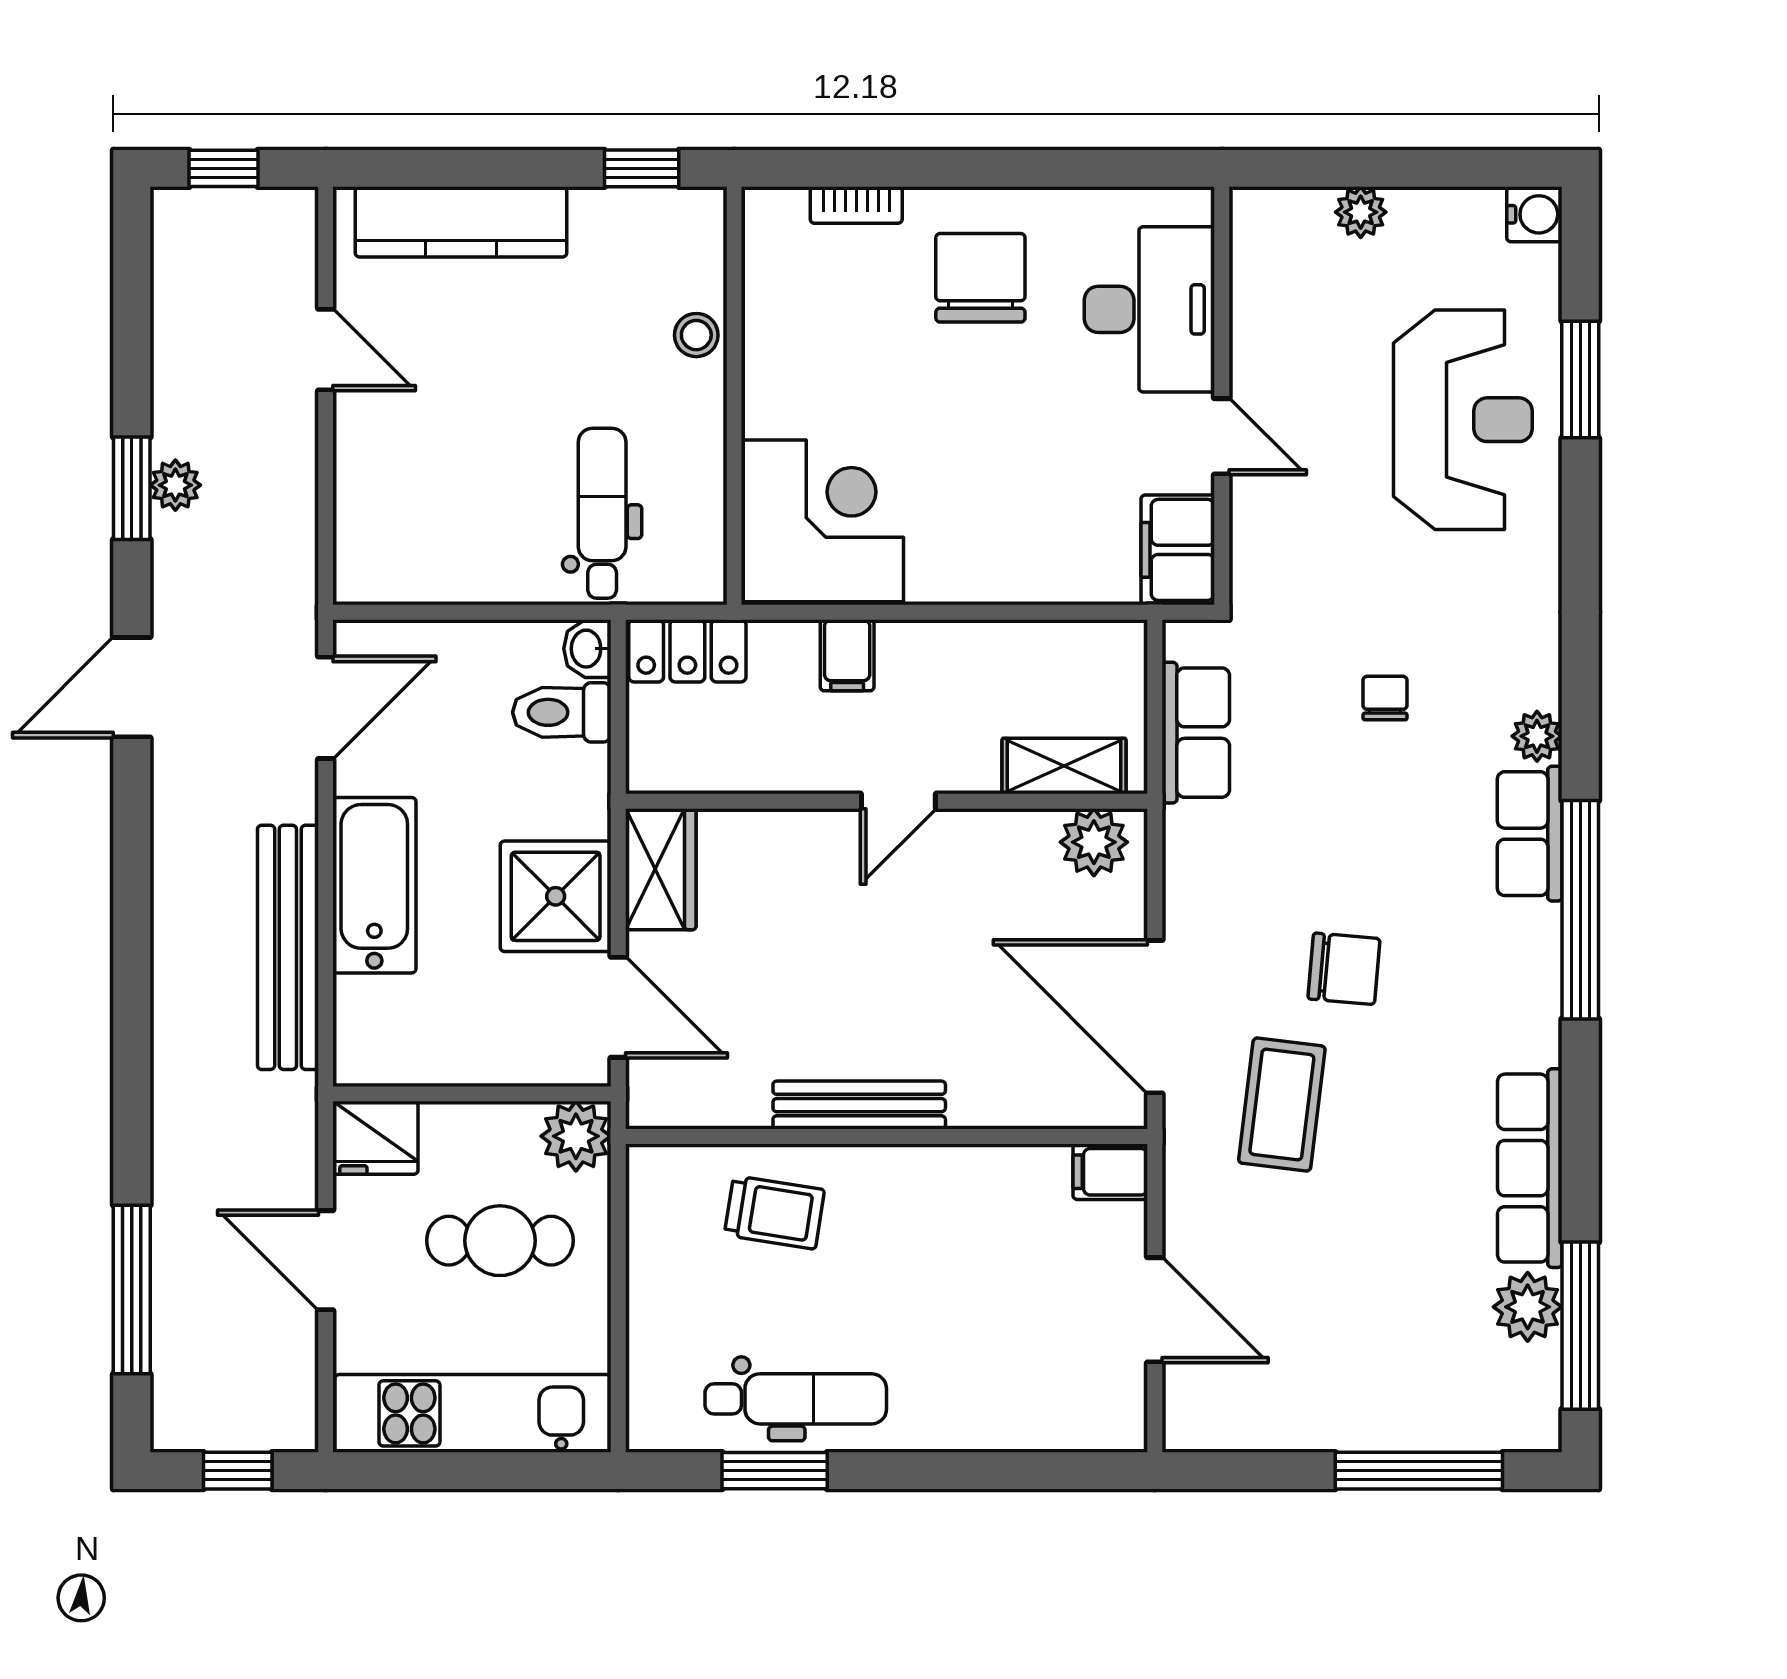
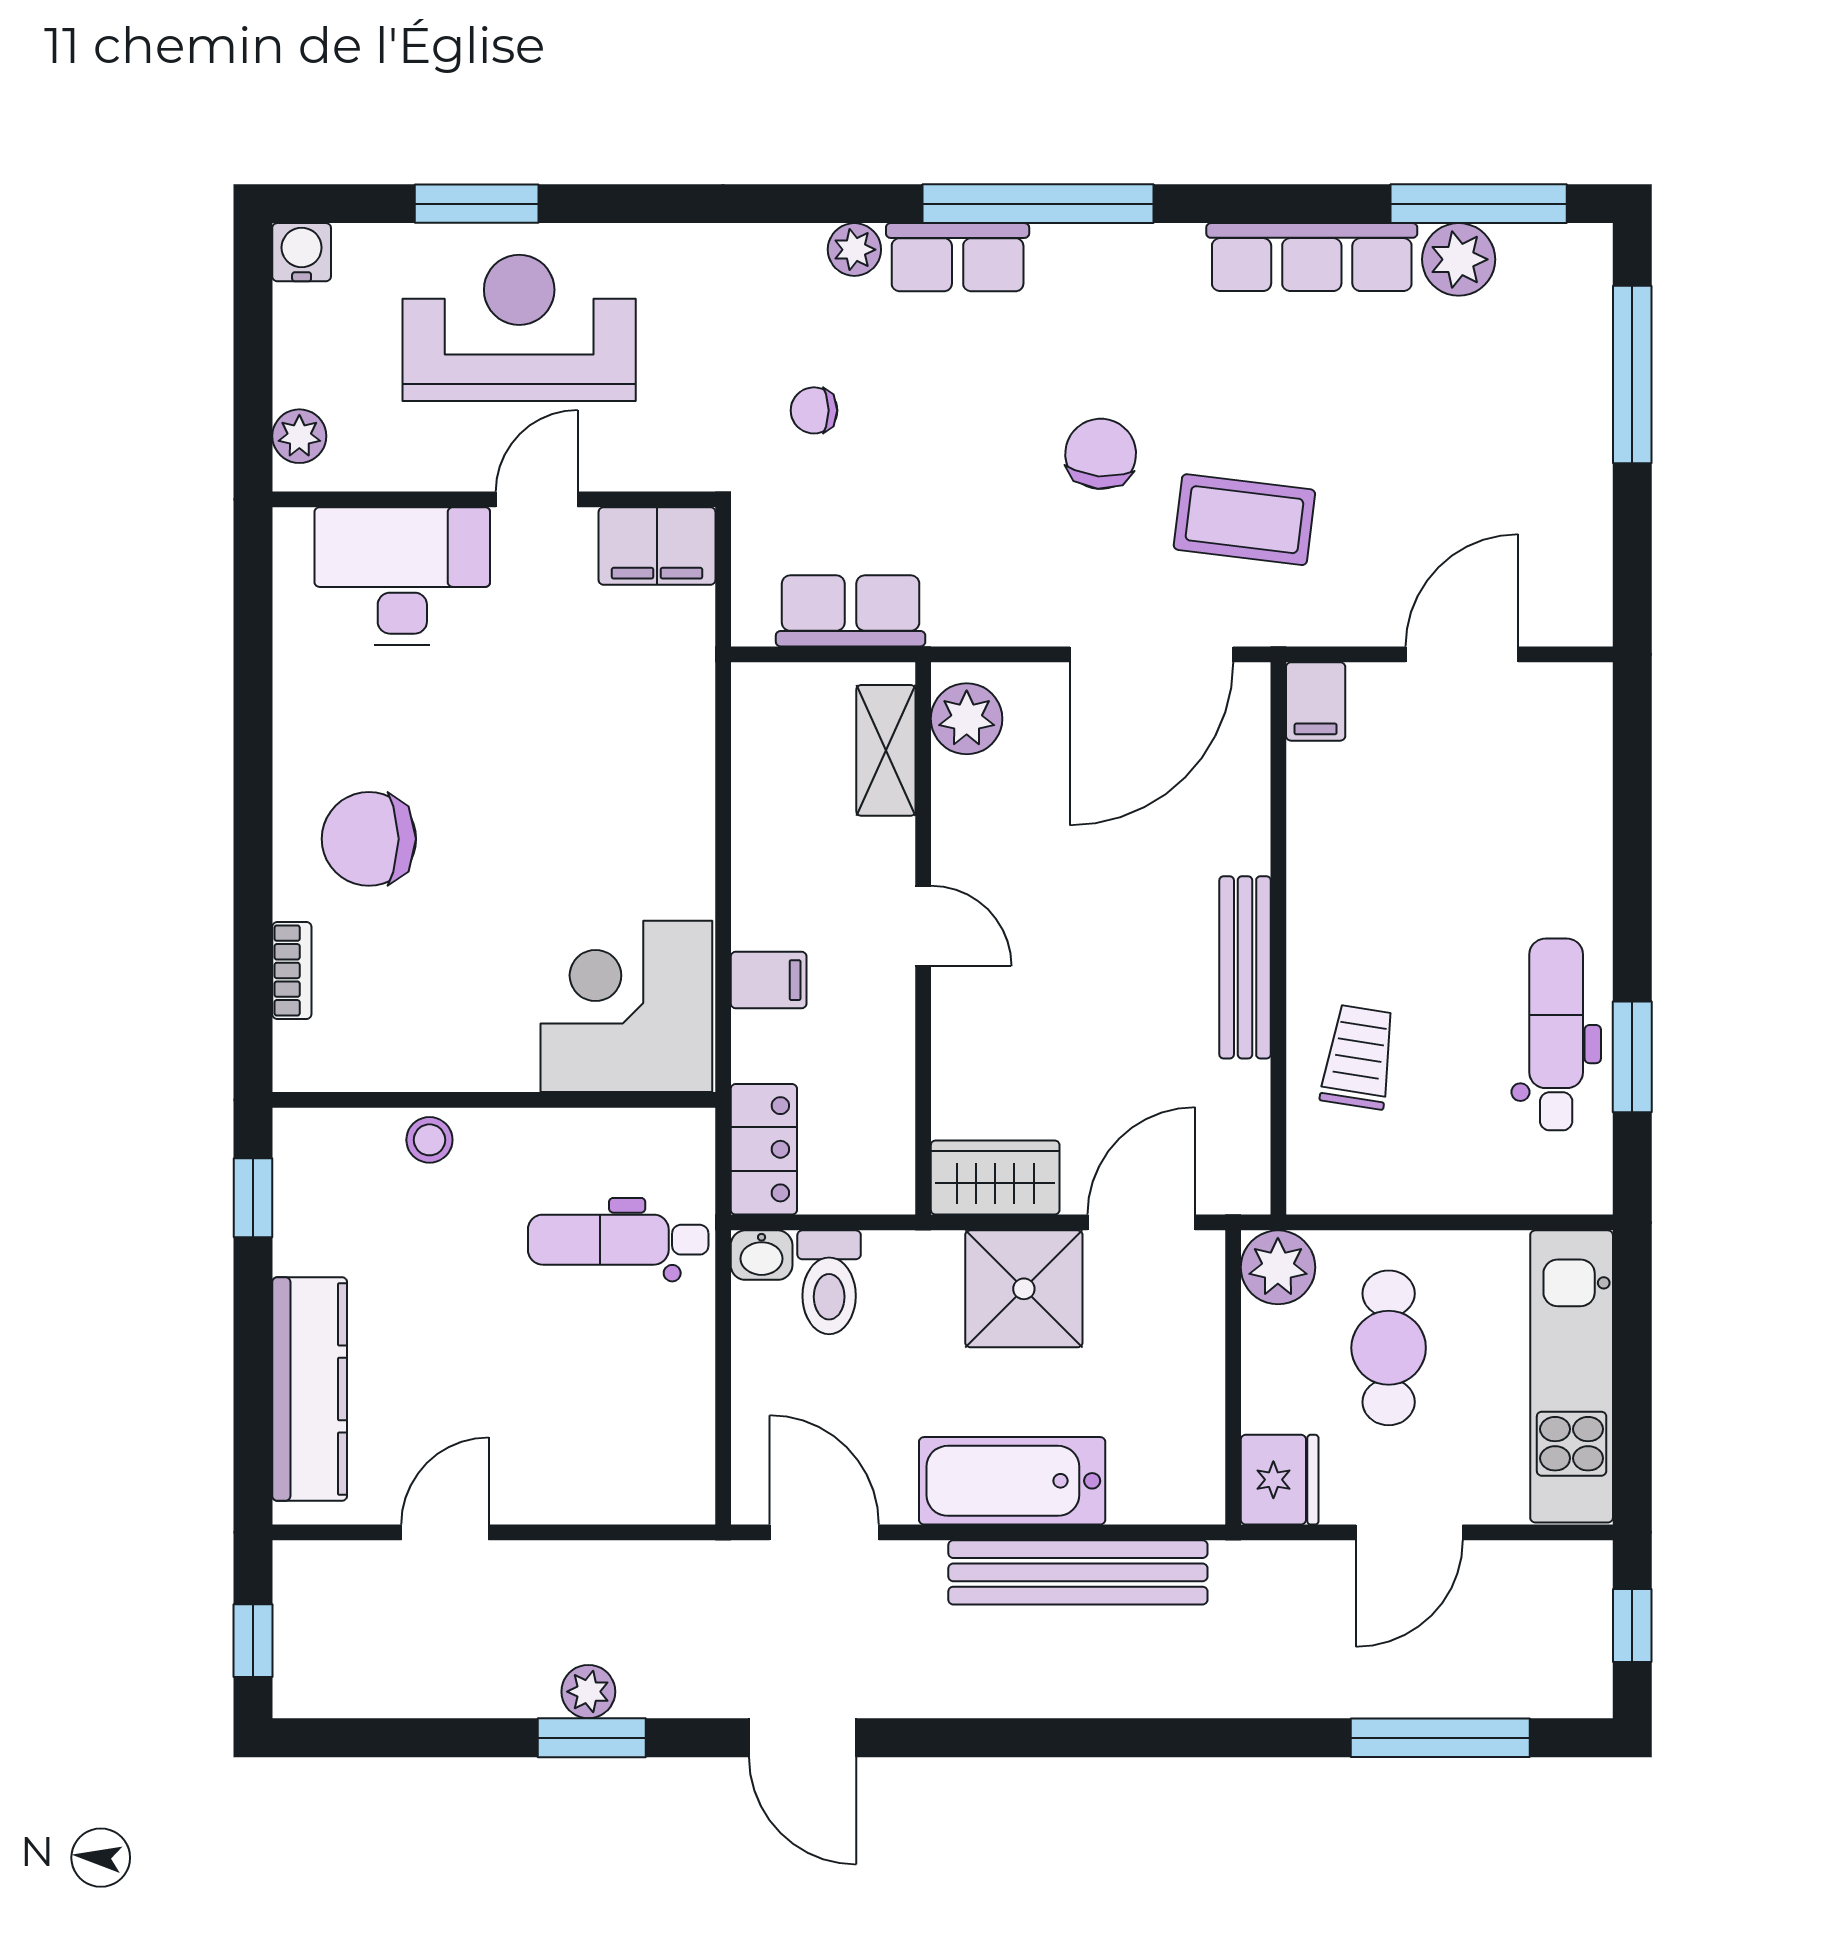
desk: (1149, 309) -> (402, 576), moved
wall: (1222, 396) -> (494, 499), moved
door: (1222, 436) -> (537, 499), moved
filing cabinet: (1178, 550) -> (657, 546), moved

